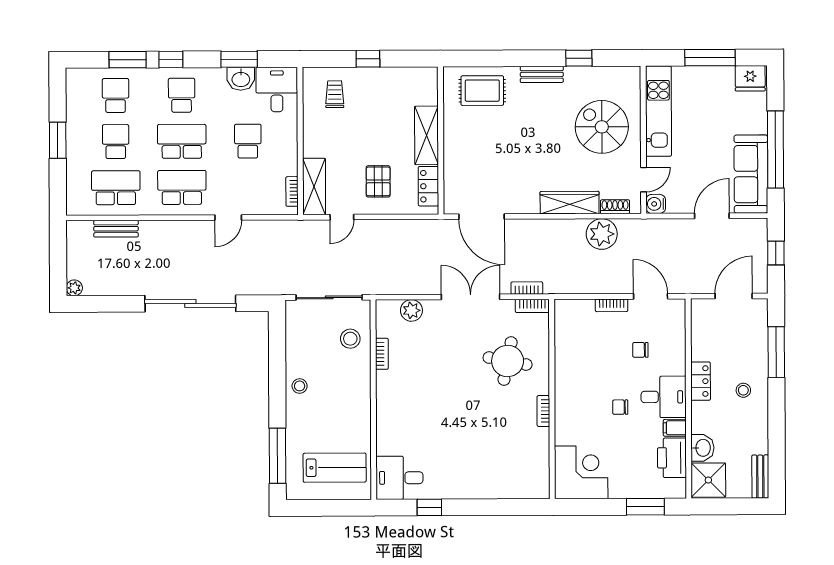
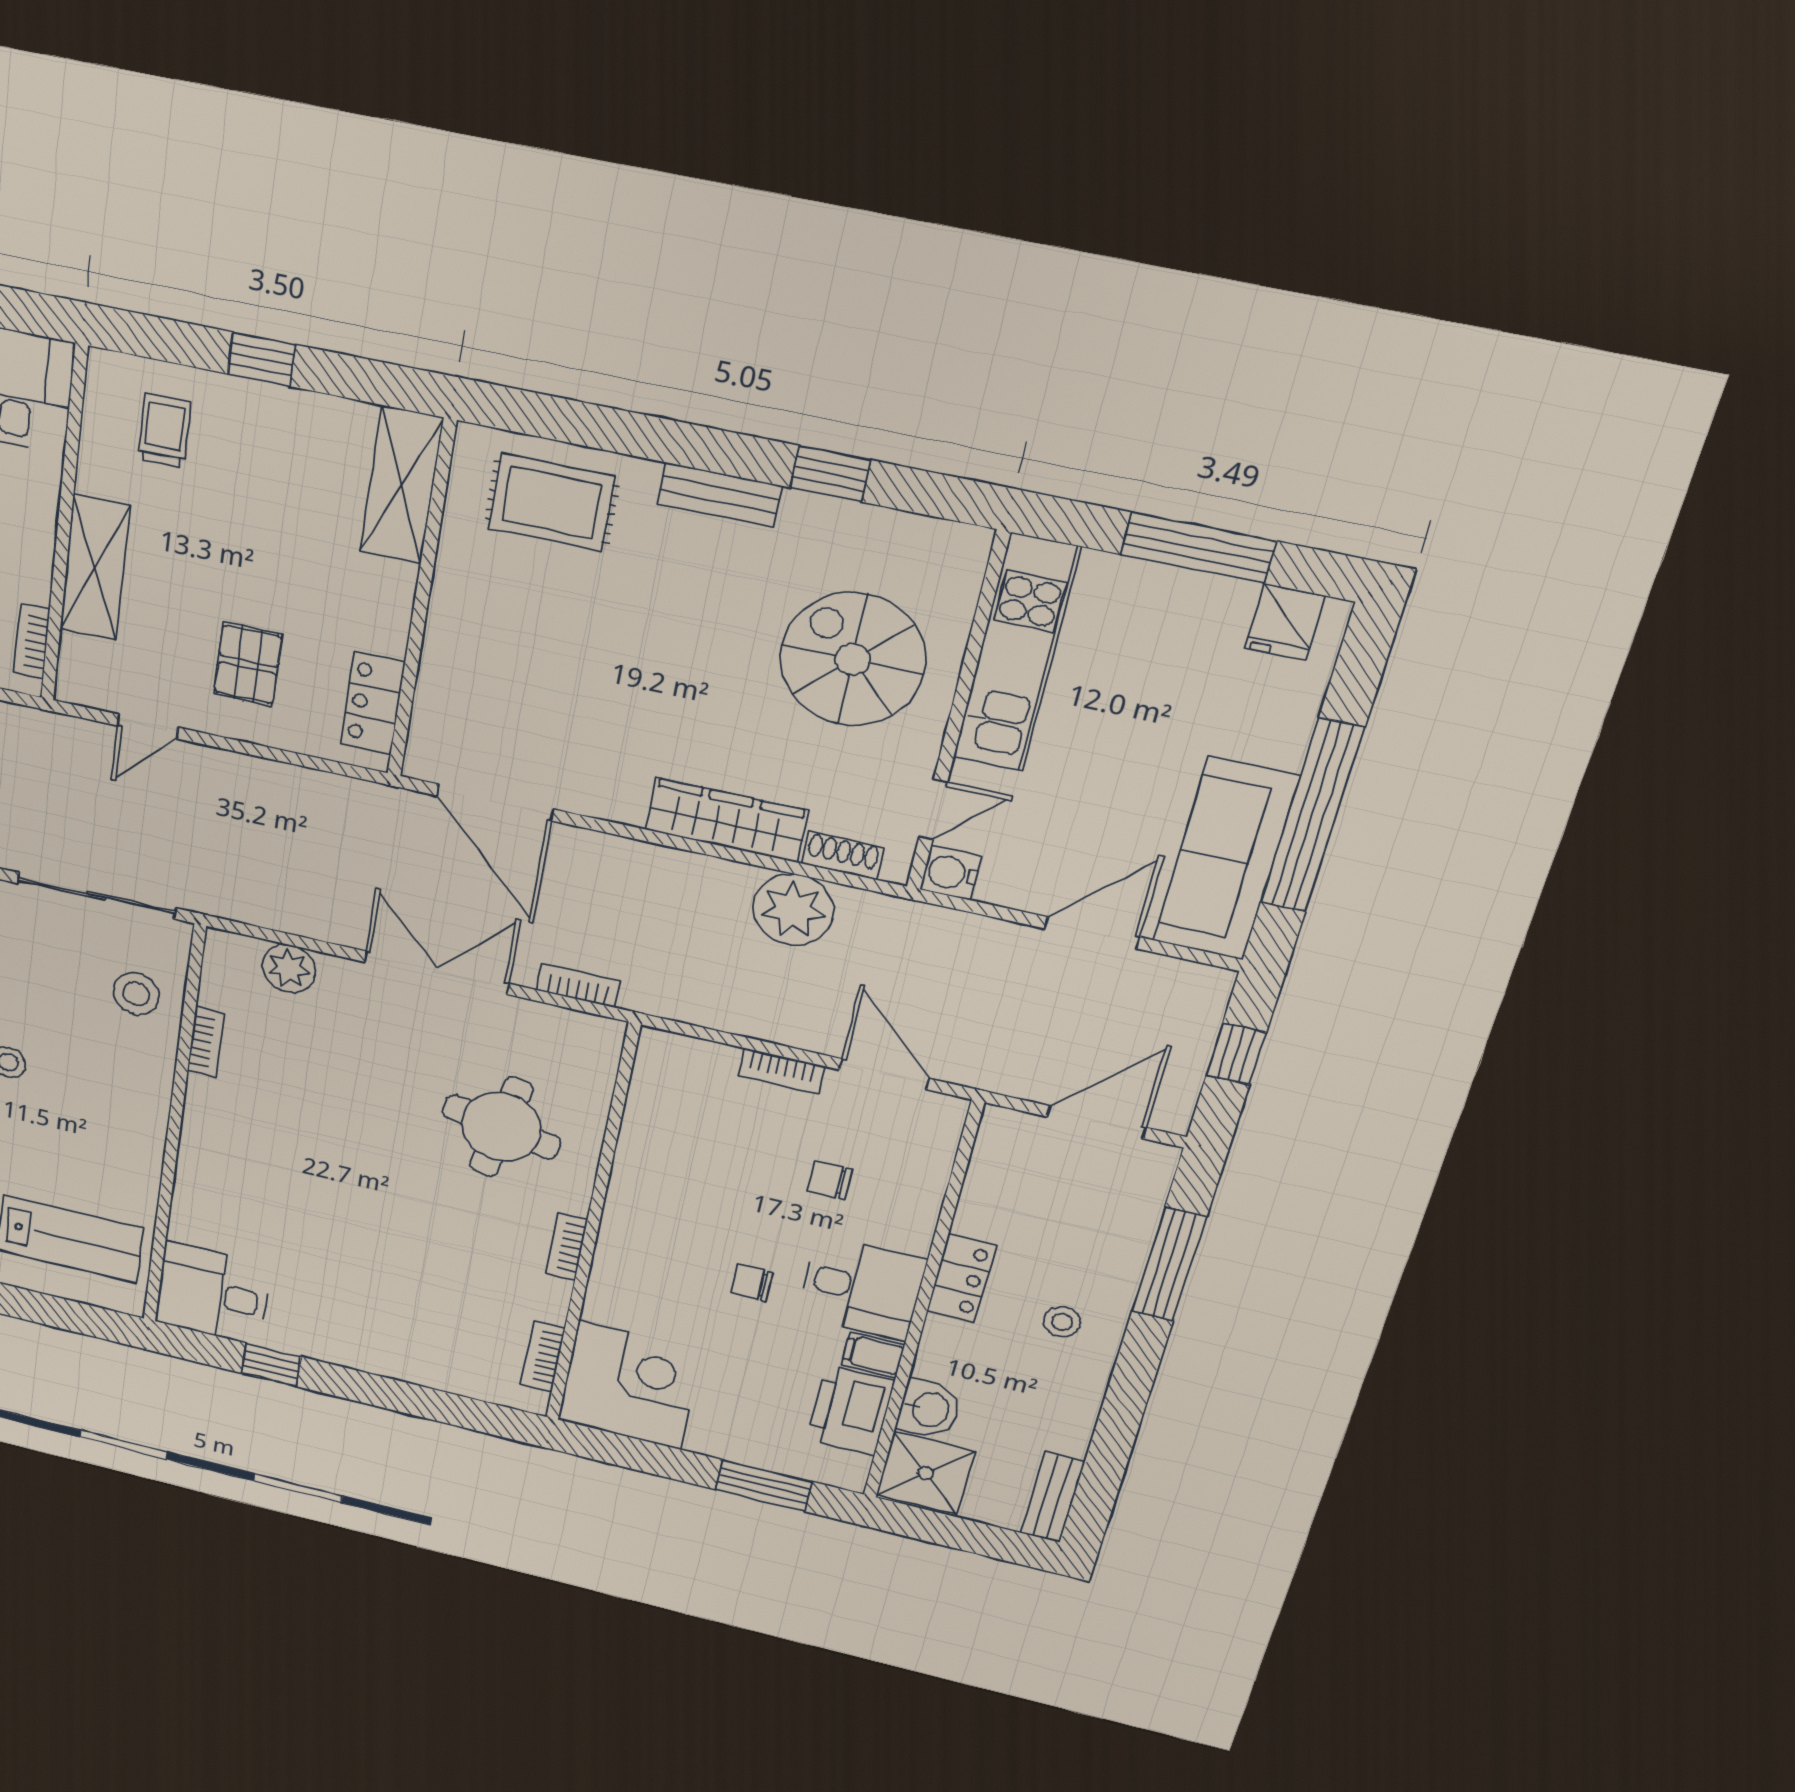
fridge: (750, 78) -> (1285, 622), width x0.72
shelving: (426, 135) -> (401, 485), moved
shelving: (314, 186) -> (95, 568), moved
bookcase: (532, 306) -> (543, 1357), moved, turned 90

